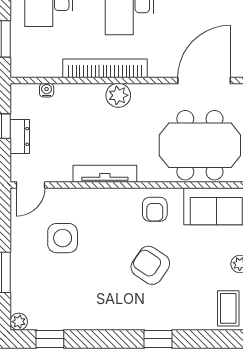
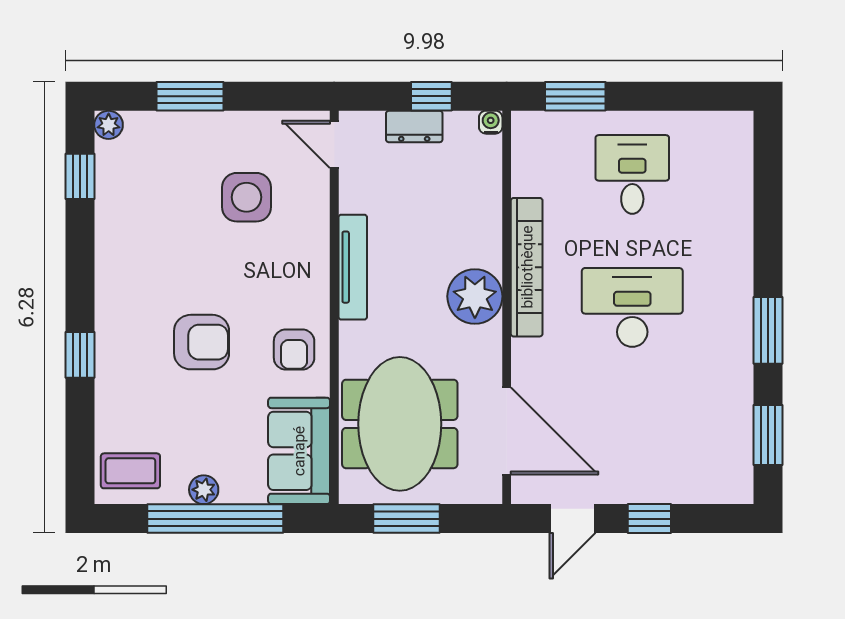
water cooler: (47, 90) -> (491, 122), moved, turned -90
plant: (118, 95) -> (475, 296), width x1.36, depth x1.36
armchair: (155, 209) -> (294, 350), turned -90
armchair: (150, 265) -> (202, 342), turned 56

